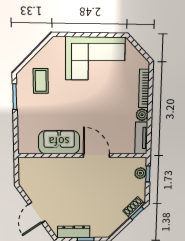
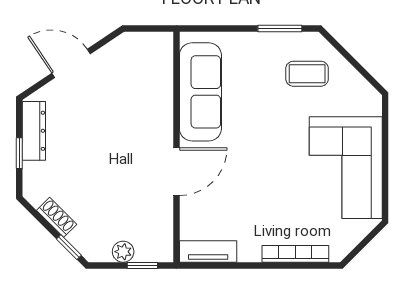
plant: (142, 115) -> (249, 252), removed
sofa: (59, 142) -> (200, 92), width x1.36
plant: (140, 173) -> (123, 252), moved
shoe rack: (134, 207) -> (57, 217), moved

